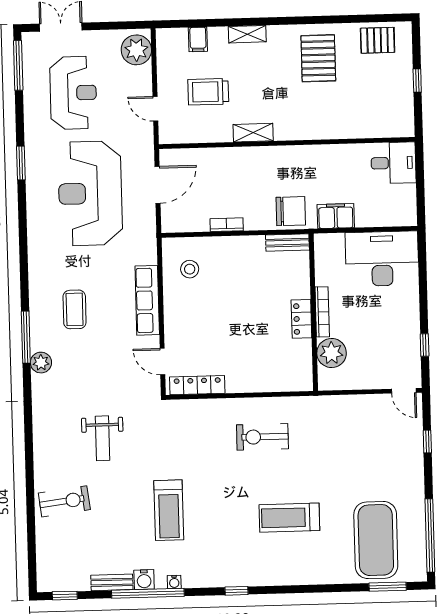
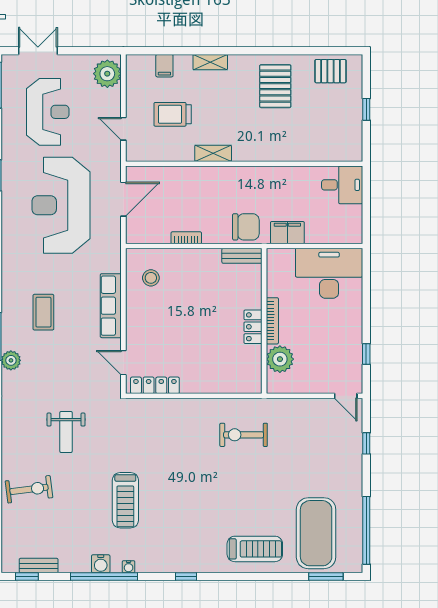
exercise bike: (262, 437) -> (244, 435), moved
treadmill: (289, 518) -> (255, 549), moved, turned 180
bench: (112, 582) -> (39, 566), moved

